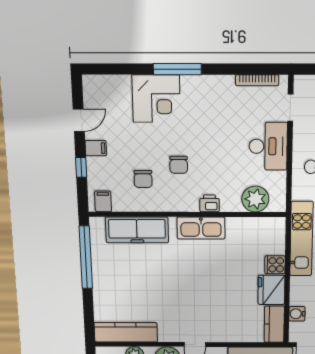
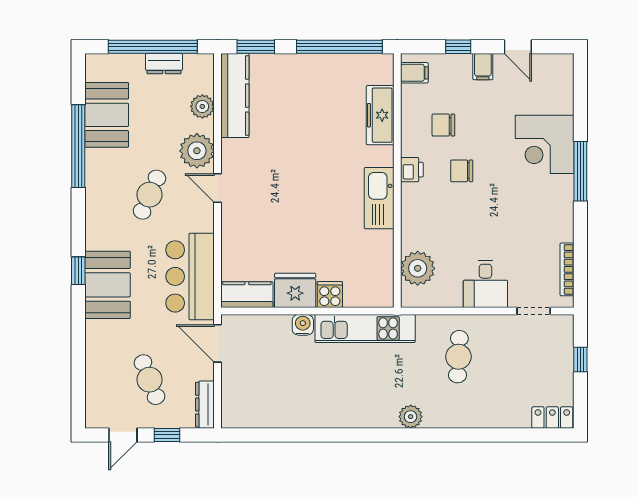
desk: (268, 146) -> (485, 284), width x0.73
printer: (210, 203) -> (412, 170), moved
freezer: (137, 230) -> (380, 115), width x0.73, depth x0.79
water cooler: (297, 314) -> (303, 325), moved
window: (89, 318) -> (256, 47), added

